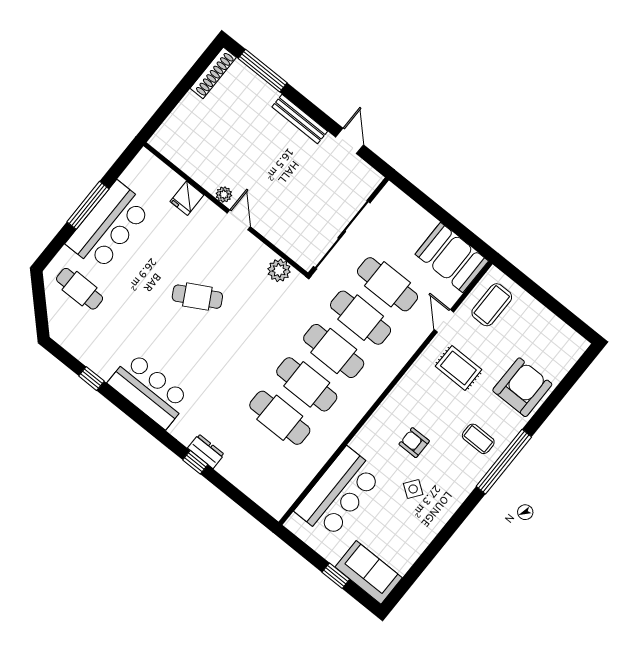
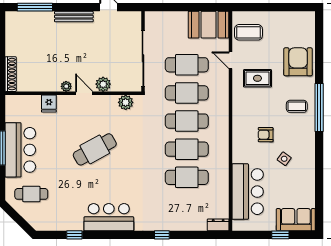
shoe rack: (213, 73) -> (11, 74), moved
plant: (270, 227) -> (103, 84), added
cafe table: (197, 297) -> (95, 149), width x1.37, depth x1.35
coffee table: (492, 305) -> (248, 32), turned 90
dresser: (206, 451) -> (218, 225), moved

